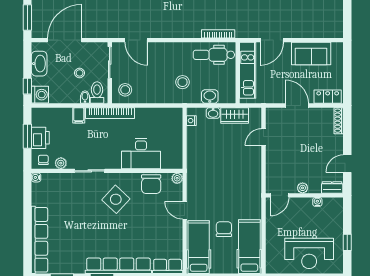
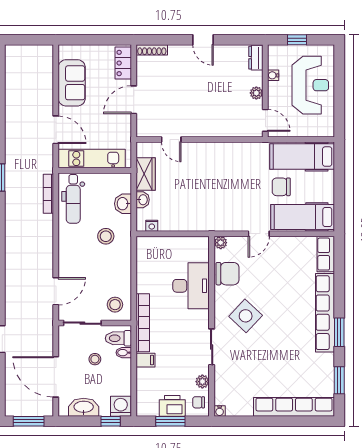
dresser: (332, 187) -> (256, 58), moved
plant: (303, 188) -> (256, 93), moved
door: (280, 195) -> (265, 120), moved
wall: (304, 195) -> (265, 91), moved
water cooler: (317, 202) -> (273, 75), moved

